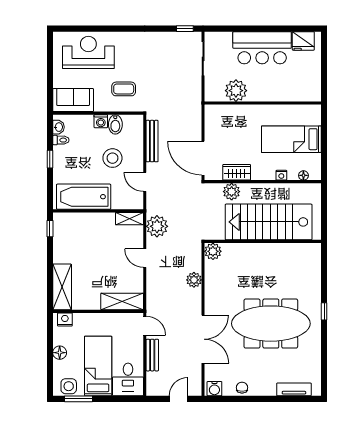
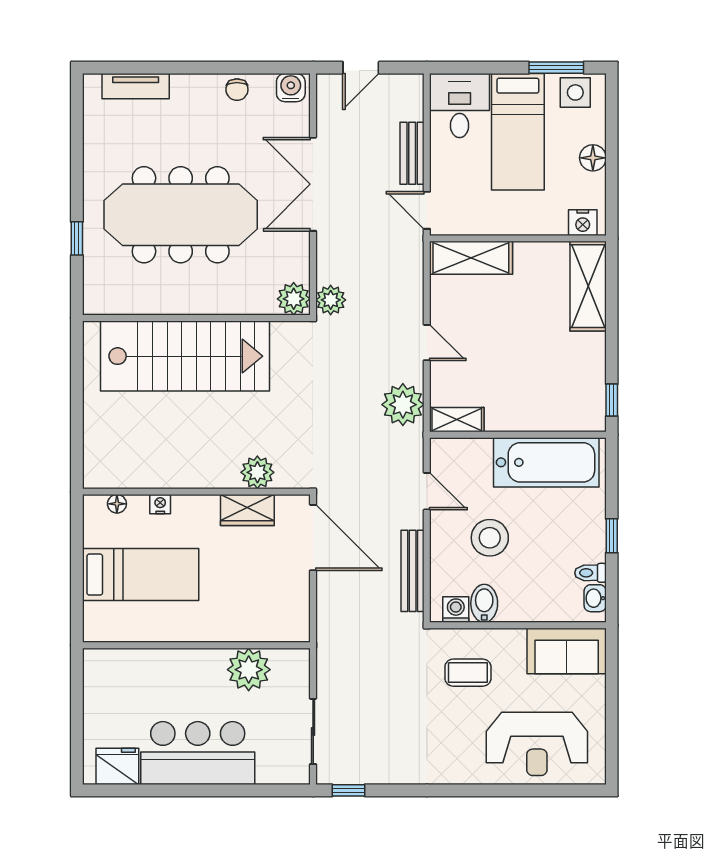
washing machine: (101, 121) -> (456, 610), moved
stairs: (269, 222) -> (185, 356), moved
wall: (263, 241) -> (196, 318), moved
plant: (213, 251) -> (294, 299), moved

